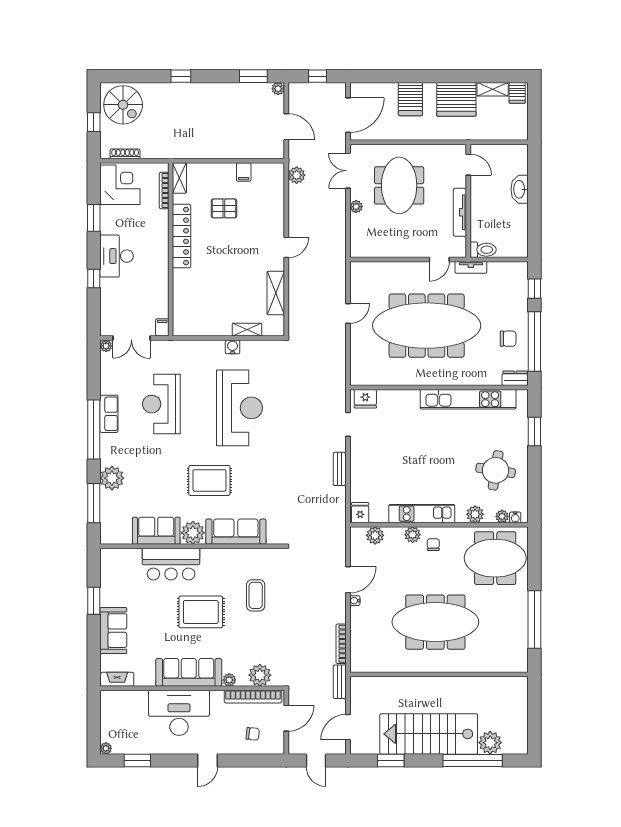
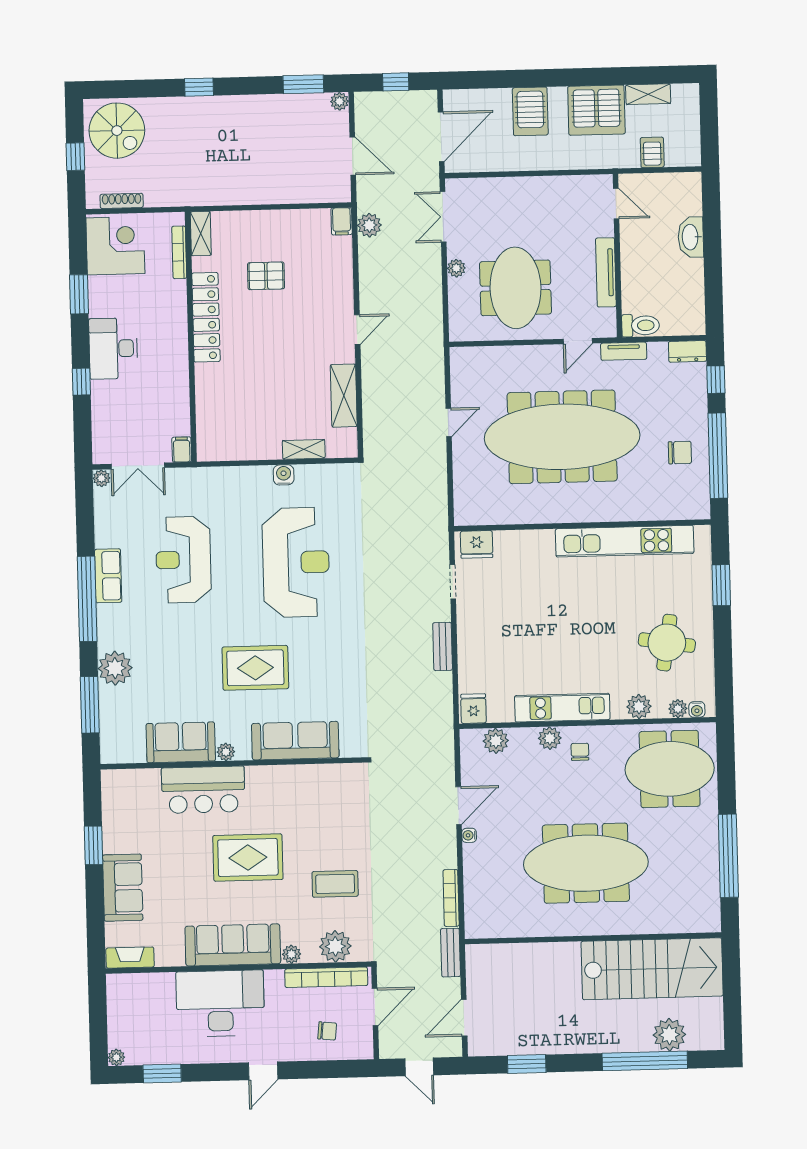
server rack: (517, 93) -> (652, 152), moved, turned 180
filing cabinet: (244, 172) -> (342, 221), moved
meeting table: (399, 185) -> (515, 288), moved
dresser: (515, 378) -> (687, 351), moved, turned 180
plant: (193, 533) -> (226, 752), width x0.53, depth x0.53
coffee table: (256, 595) -> (335, 884), moved, turned 90
stairs: (429, 734) -> (652, 969), moved, turned 180

